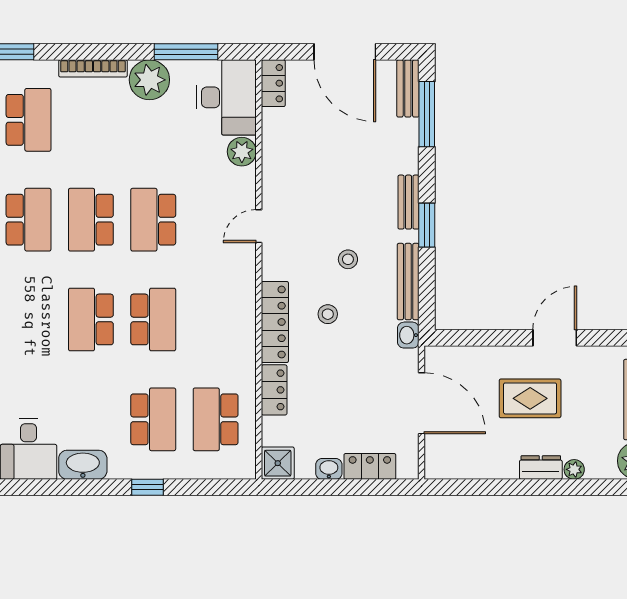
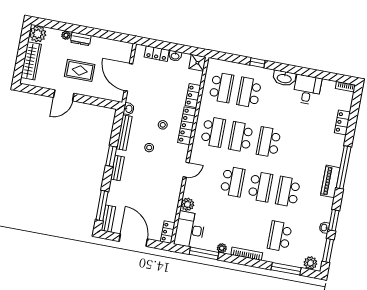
plant: (149, 80) -> (222, 248), width x0.53, depth x0.53
school desk: (91, 319) -> (269, 142), turned 180
school desk: (216, 319) -> (213, 132), added

